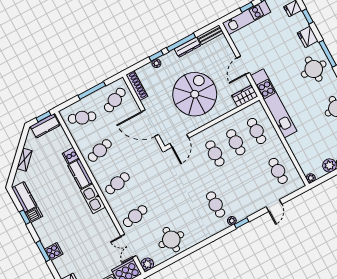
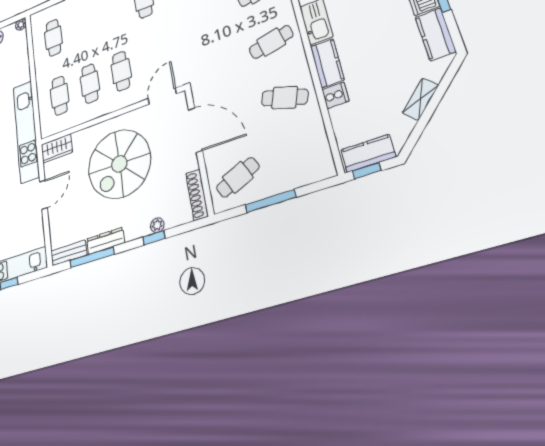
window: (181, 42) -> (92, 257), moved
cafe table: (82, 118) -> (299, 157), removed
cafe table: (100, 150) -> (285, 98), turned 33

